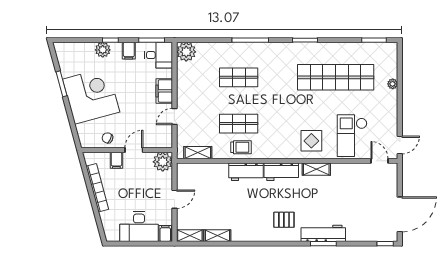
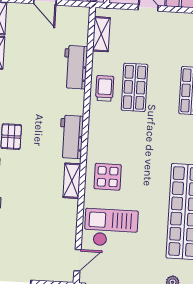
trolley: (241, 147) -> (105, 88), turned 180
workbench: (246, 172) -> (75, 67), moved

